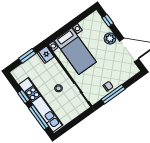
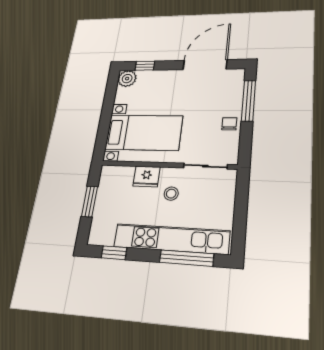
plant: (110, 38) -> (127, 79), moved
fridge: (46, 55) -> (146, 176), moved
window: (113, 94) -> (249, 101), moved
window: (24, 96) -> (114, 253), moved

